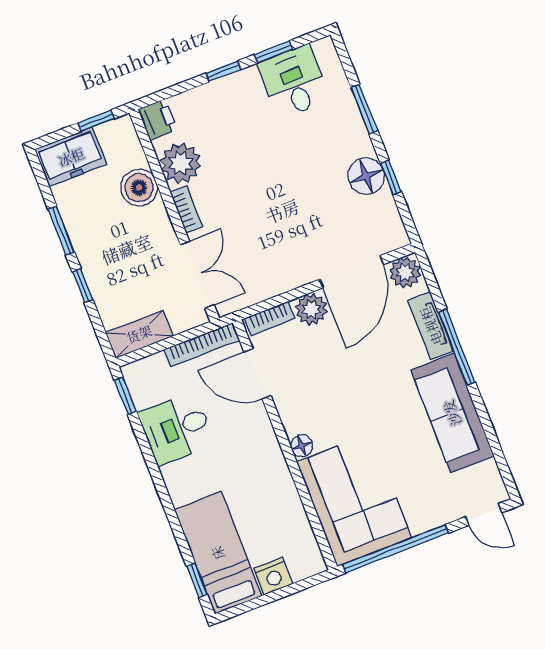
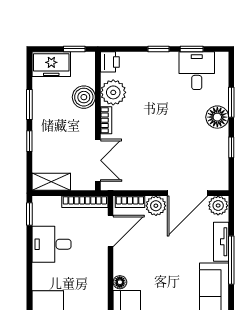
floor lamp: (366, 176) -> (217, 117), moved
door: (258, 374) -> (110, 231), swing flipped

